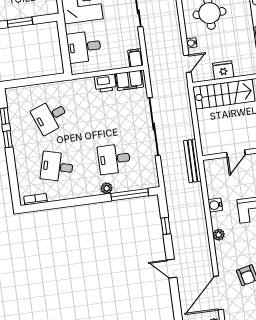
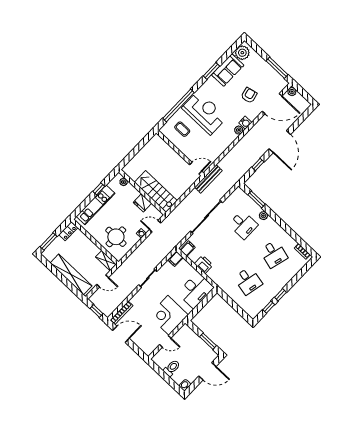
desk: (84, 47) -> (195, 290), width x1.37
filing cabinet: (129, 80) -> (188, 249), width x0.50
desk: (50, 116) -> (248, 281), turned 33
door: (236, 154) -> (196, 168), moved
window: (130, 195) -> (256, 199), width x0.69
water cooler: (215, 205) -> (245, 123), moved
door: (172, 269) -> (280, 142), width x1.88

